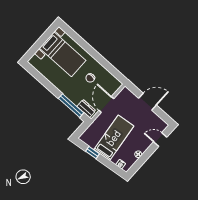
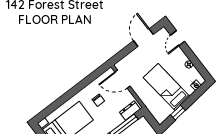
door: (148, 102) -> (144, 38), moved
door: (106, 104) -> (122, 79), moved

